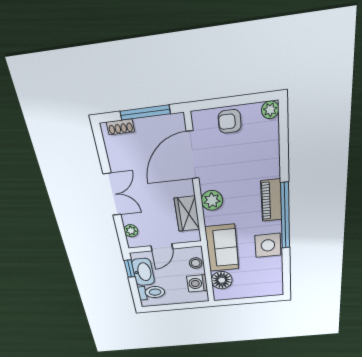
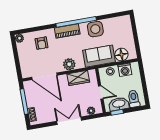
armchair: (230, 121) -> (42, 43), moved

